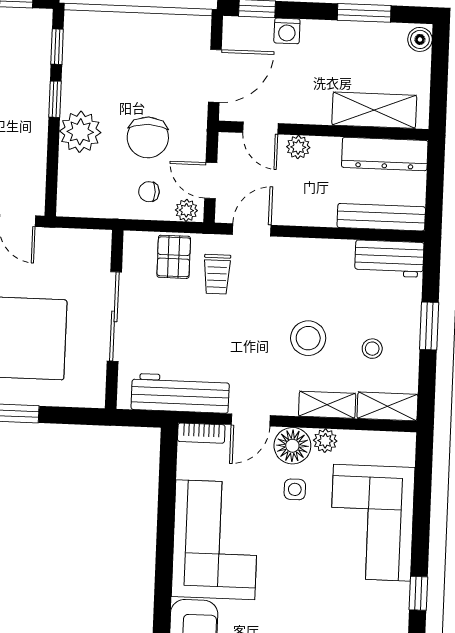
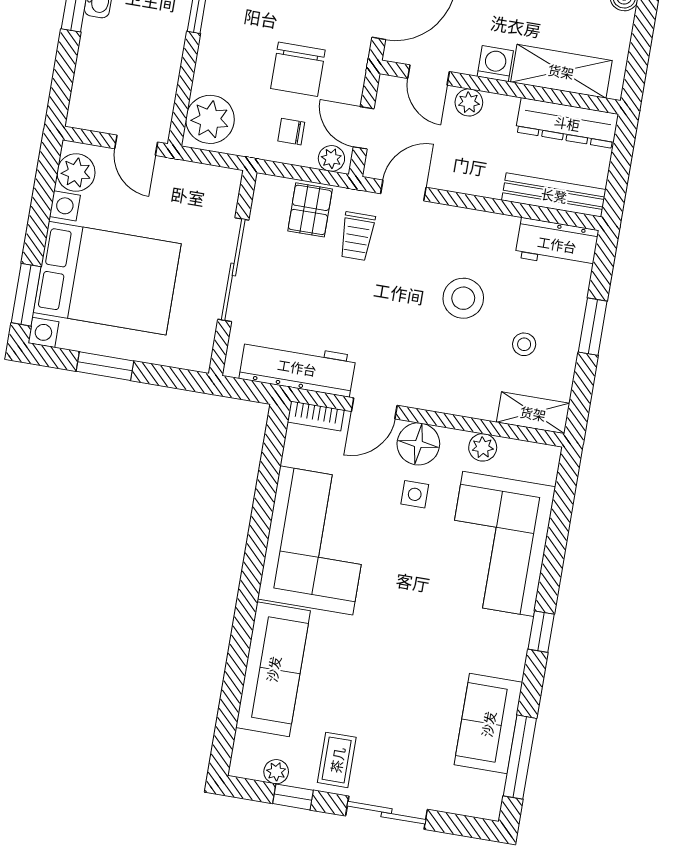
washing machine: (317, 111) -> (495, 64), added
plant: (80, 132) -> (210, 119), moved
stool: (308, 338) -> (463, 298), moved
shelving: (327, 405) -> (464, 402), removed
plant: (325, 441) -> (483, 447), moved

